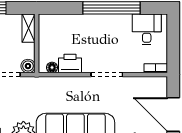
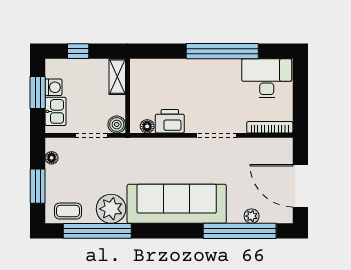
desk: (147, 29) -> (267, 78), width x1.37
bookcase: (156, 68) -> (270, 127), width x1.56

